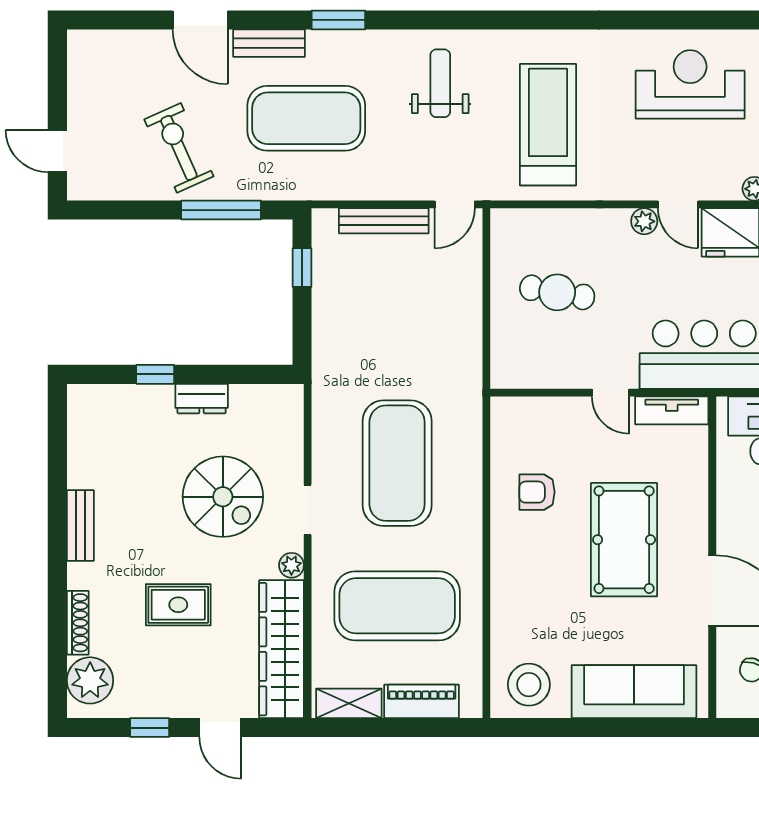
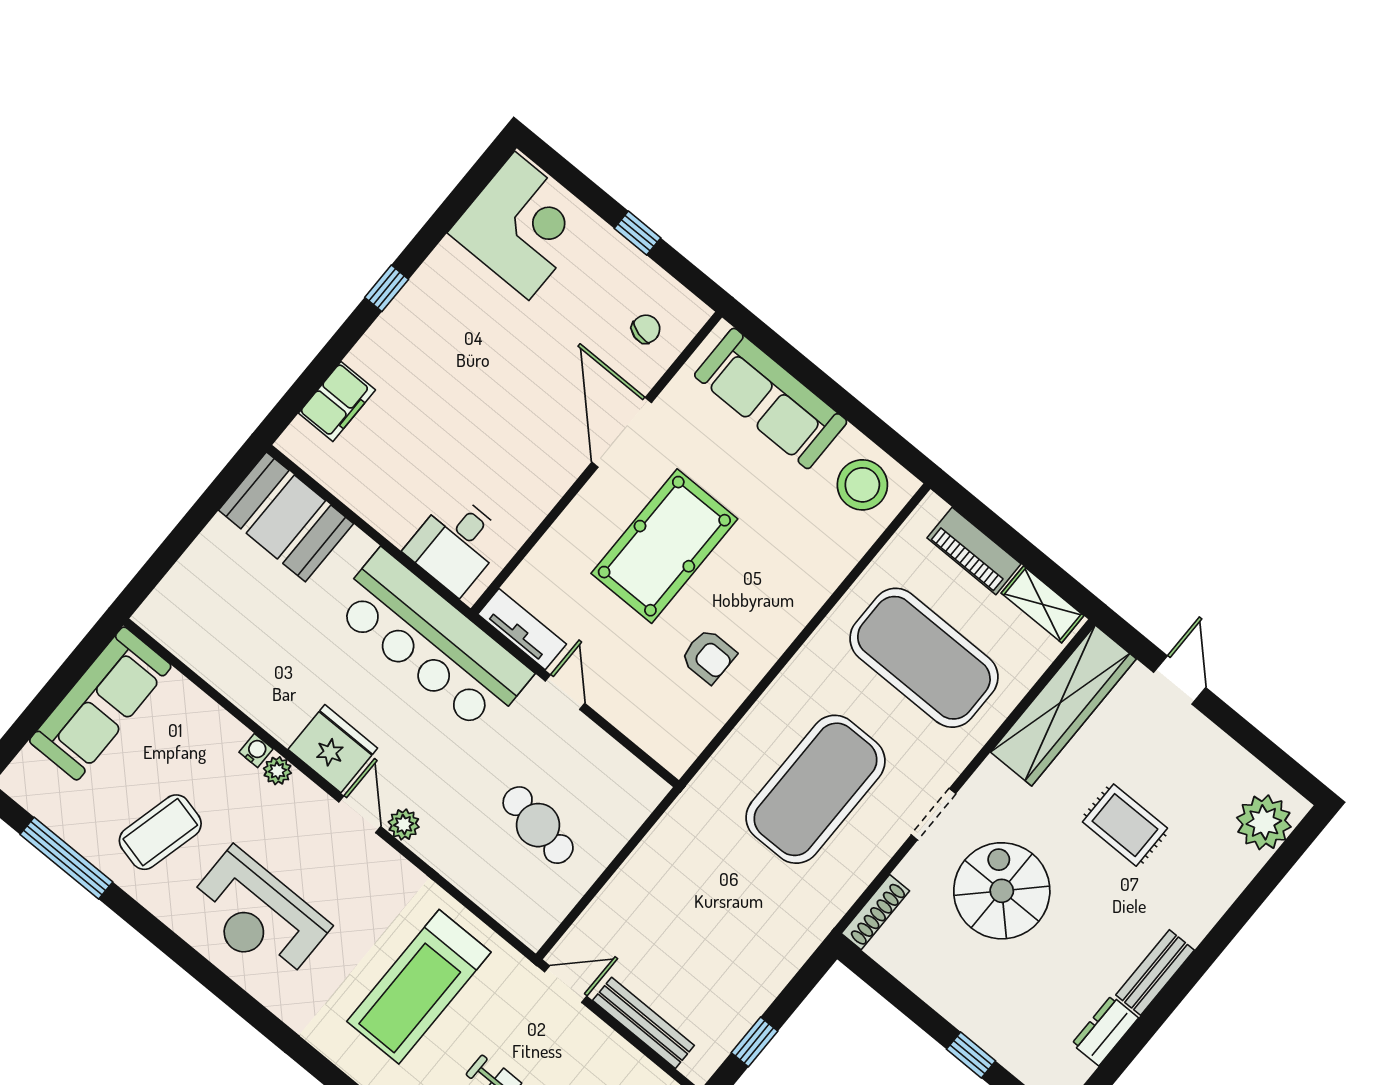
dresser: (202, 399) -> (1105, 1031), moved, turned -90
plant: (291, 565) -> (991, 775), removed
shoe rack: (78, 623) -> (875, 912), moved, turned 180
window: (150, 728) -> (1245, 734), removed

